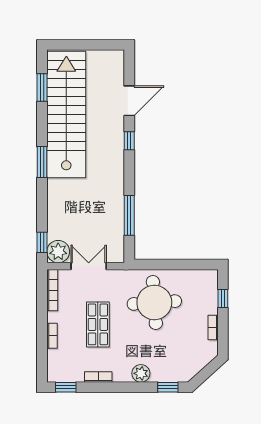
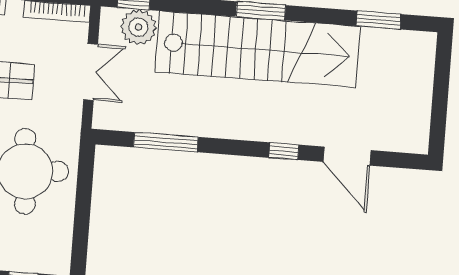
stairs: (66, 115) -> (258, 49), moved
plant: (58, 252) -> (139, 27), moved

